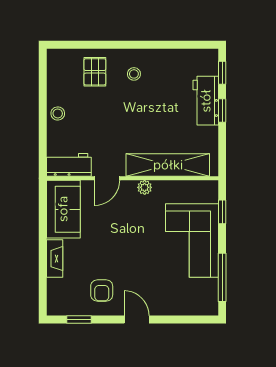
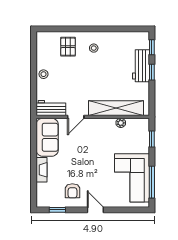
plant: (145, 187) -> (121, 123), moved
corner sofa: (192, 241) -> (132, 178), moved

